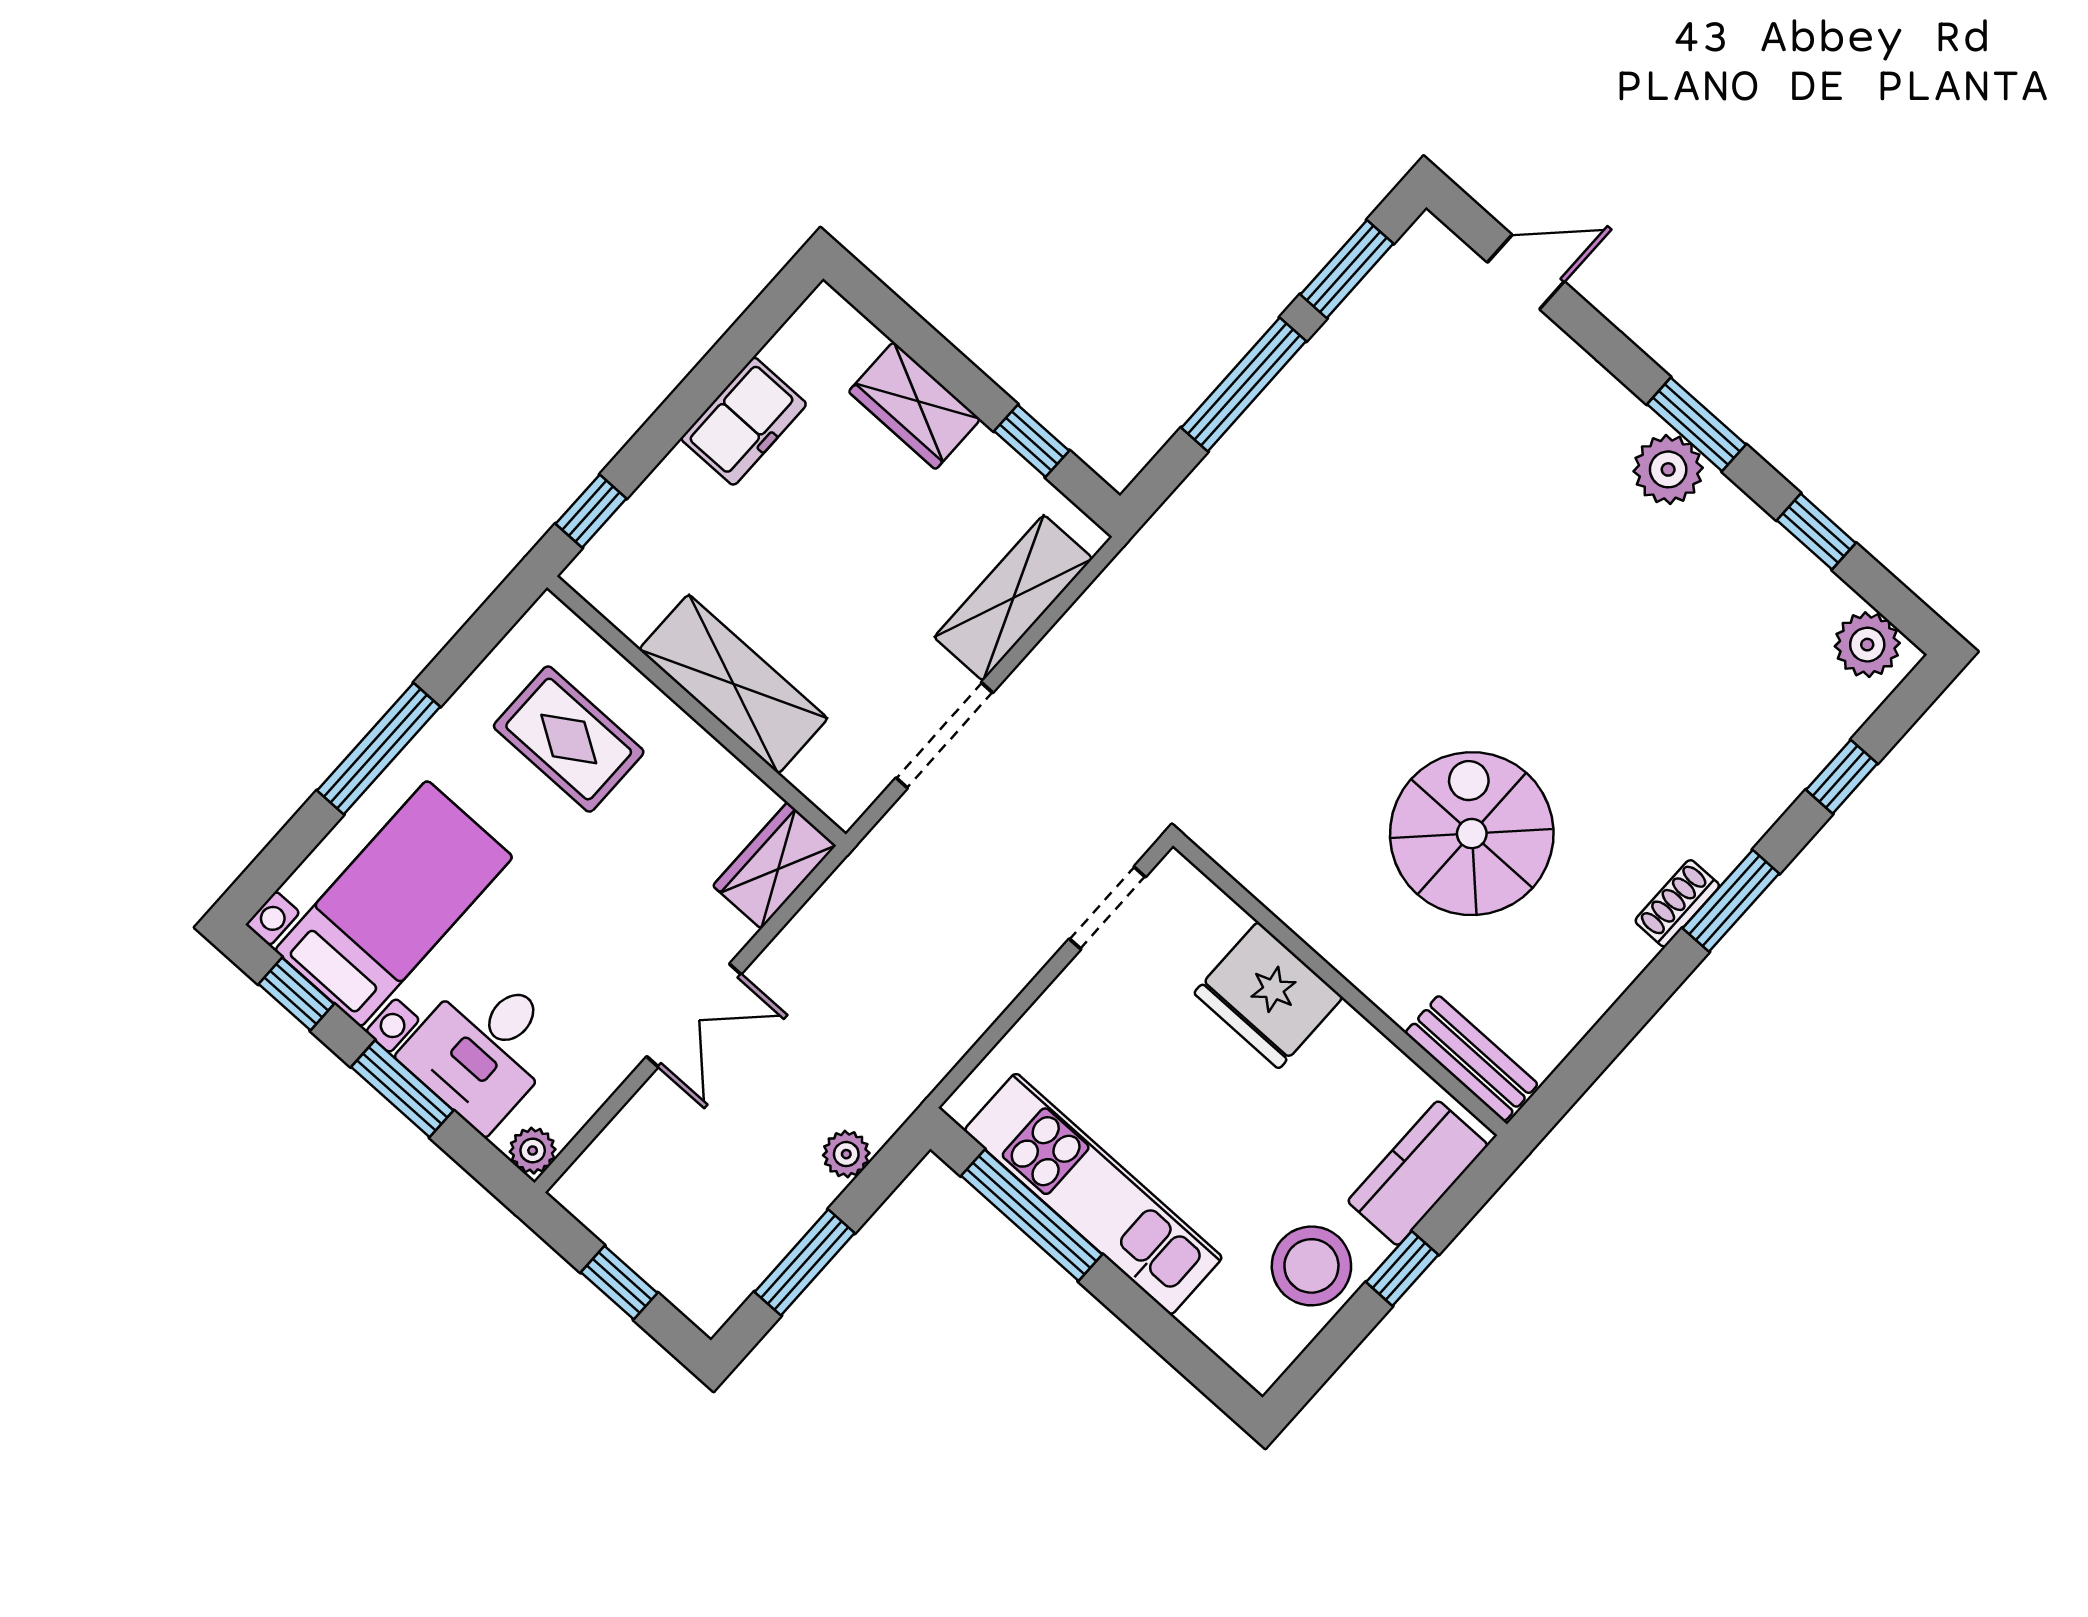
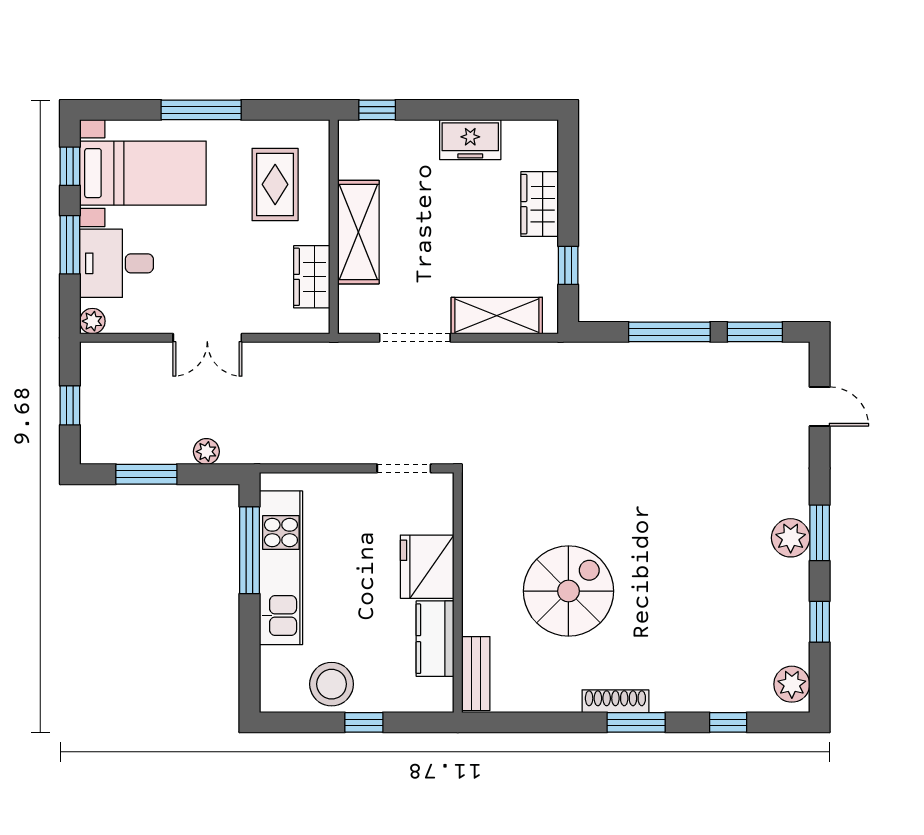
wardrobe: (774, 866) -> (312, 277), moved, turned -90
shoe rack: (1677, 903) -> (615, 701), width x1.43
kitchen counter: (1418, 1173) -> (435, 639), moved, turned -90

